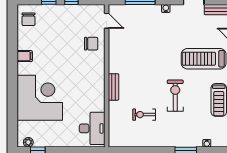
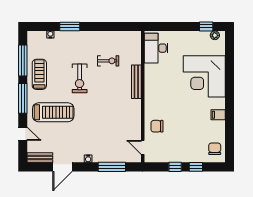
bench: (114, 87) -> (136, 82), width x1.36

